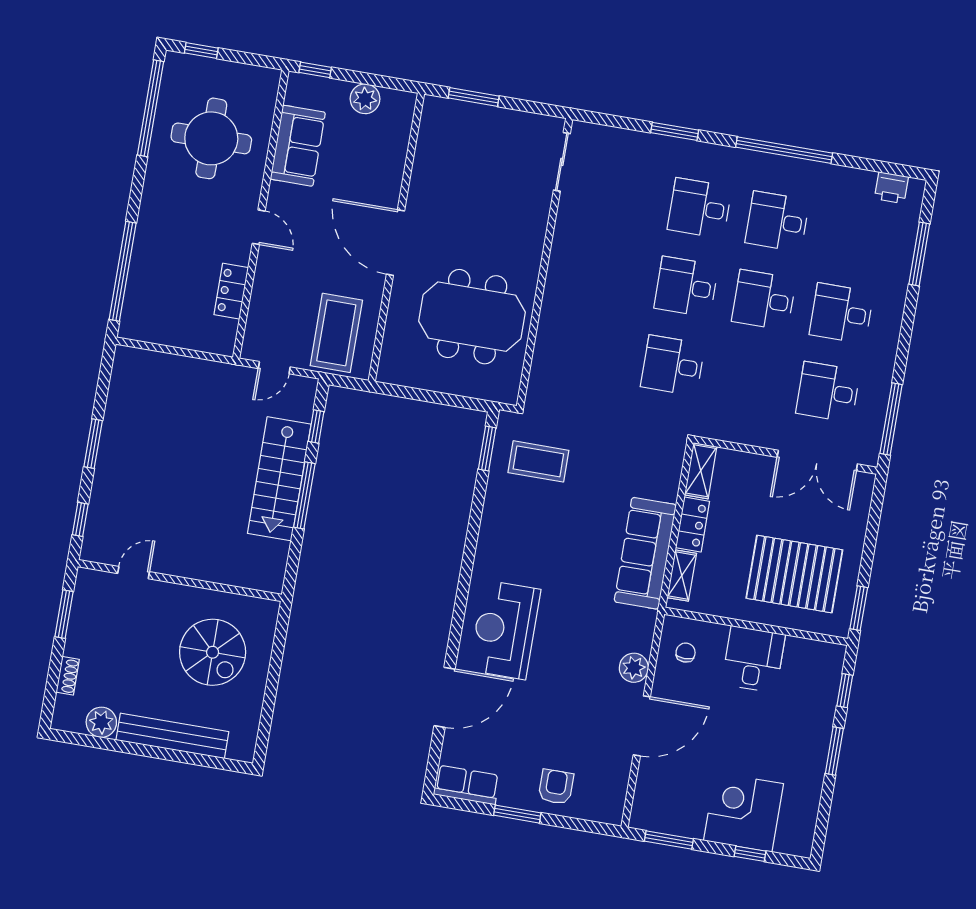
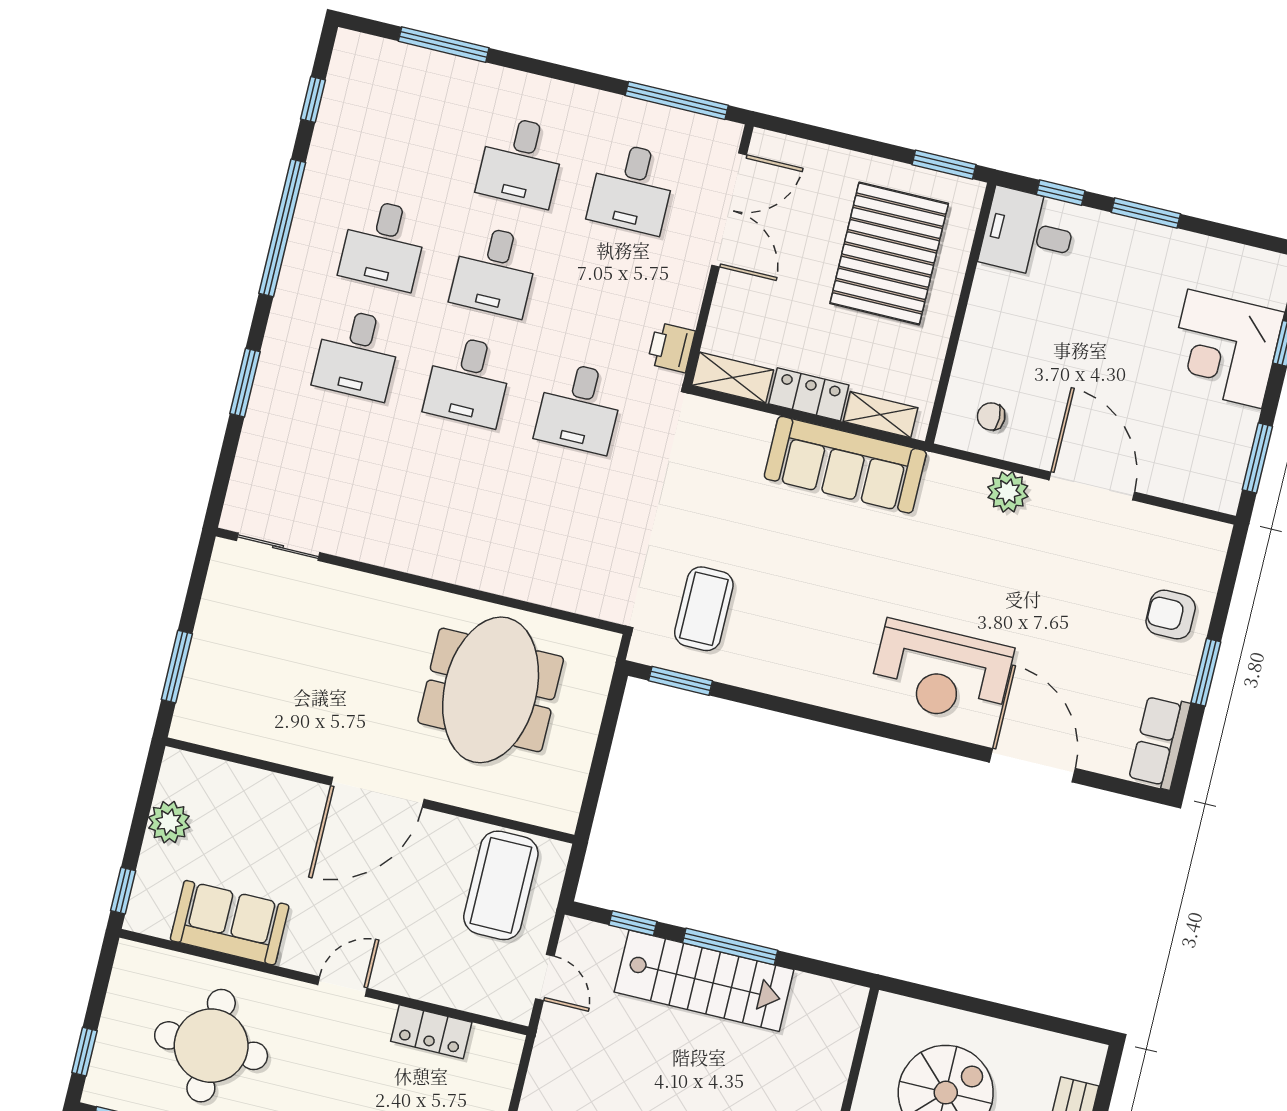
window: (875, 166) -> (313, 99), added
printer: (891, 188) -> (671, 347), moved, turned 180
coffee table: (336, 333) -> (501, 885), turned 90
desk: (753, 659) -> (1028, 233), moved

